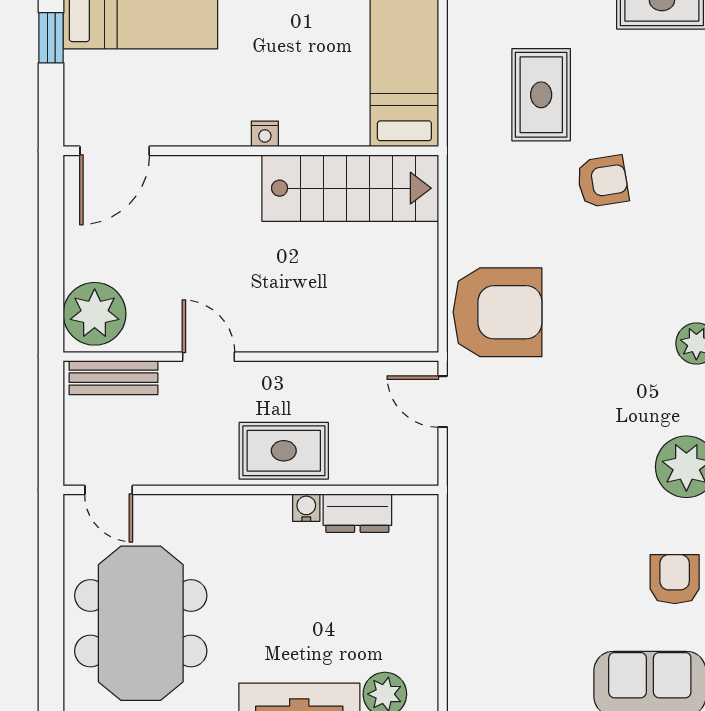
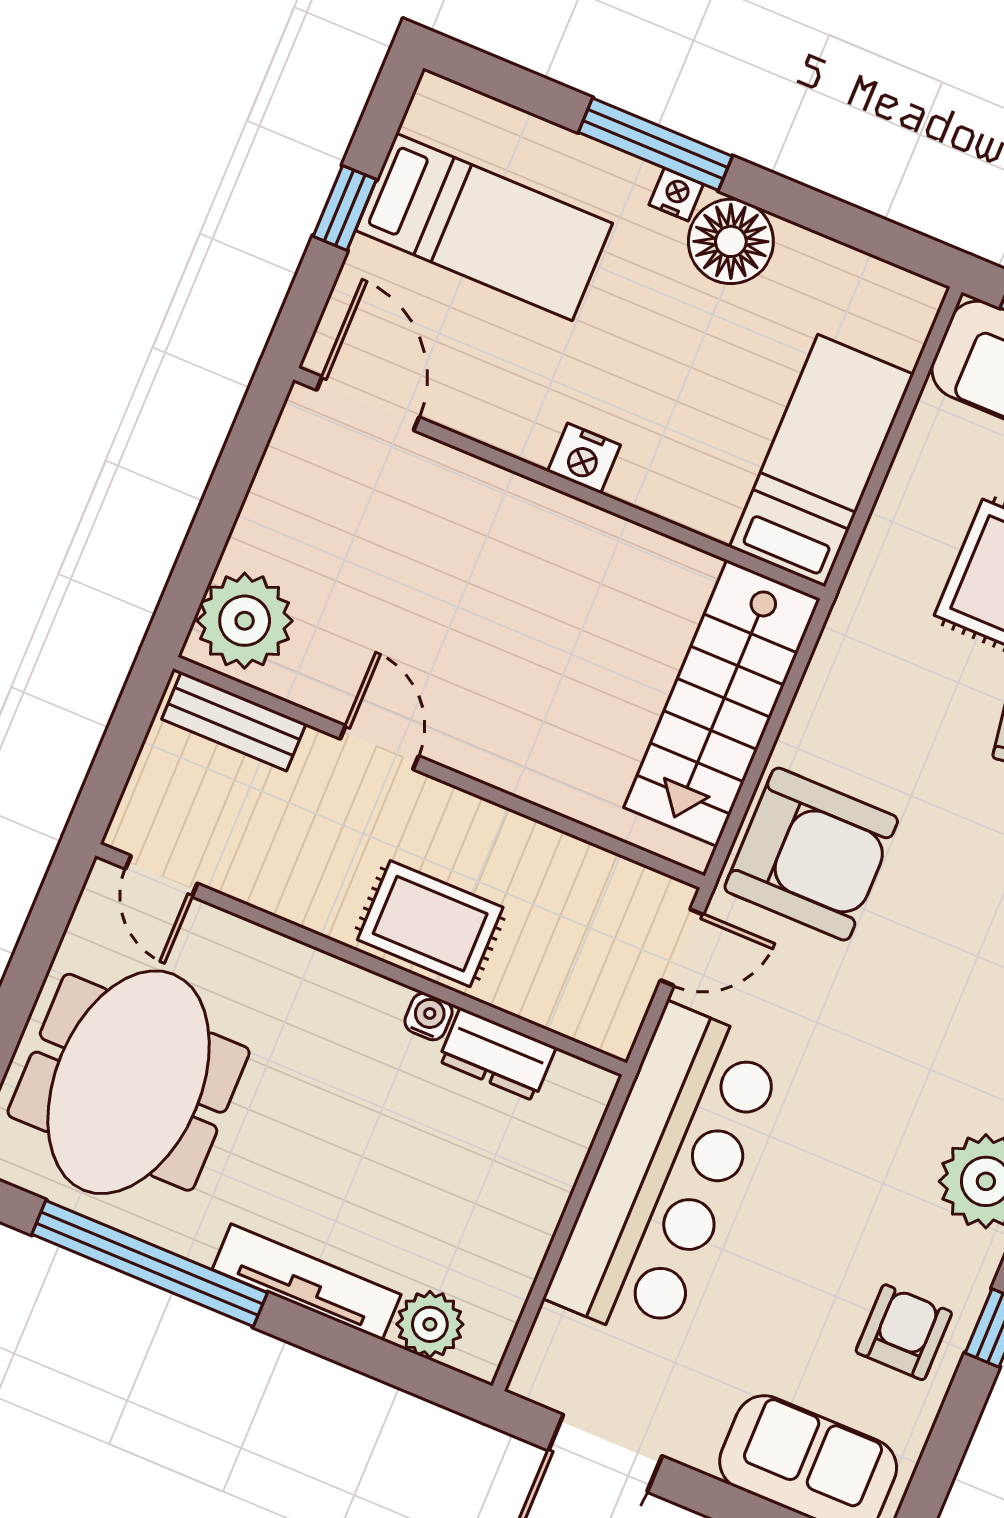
nightstand: (265, 134) -> (584, 458), width x1.39, depth x1.35
door: (115, 151) -> (368, 404), swing flipped
stairs: (350, 188) -> (722, 703), moved, turned 90
door: (443, 402) -> (682, 947), swing flipped
bar counter: (490, 544) -> (665, 1174), added

